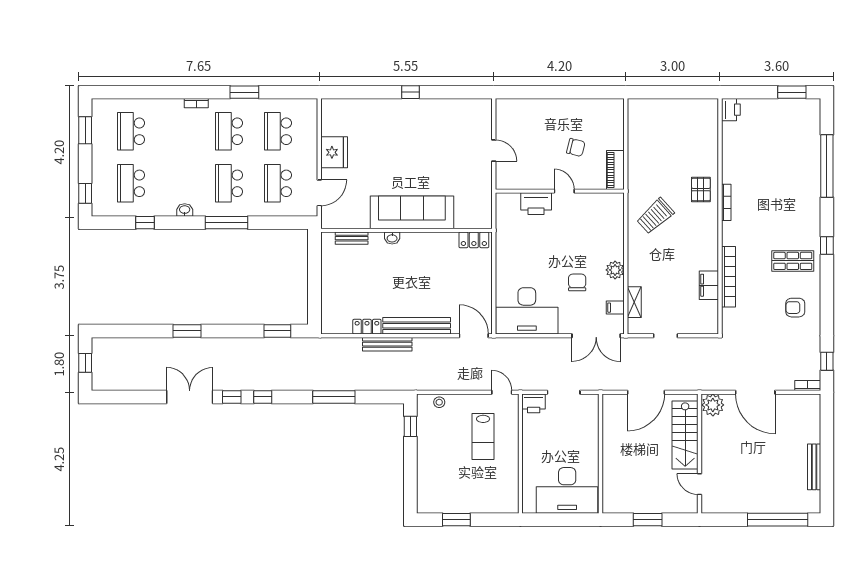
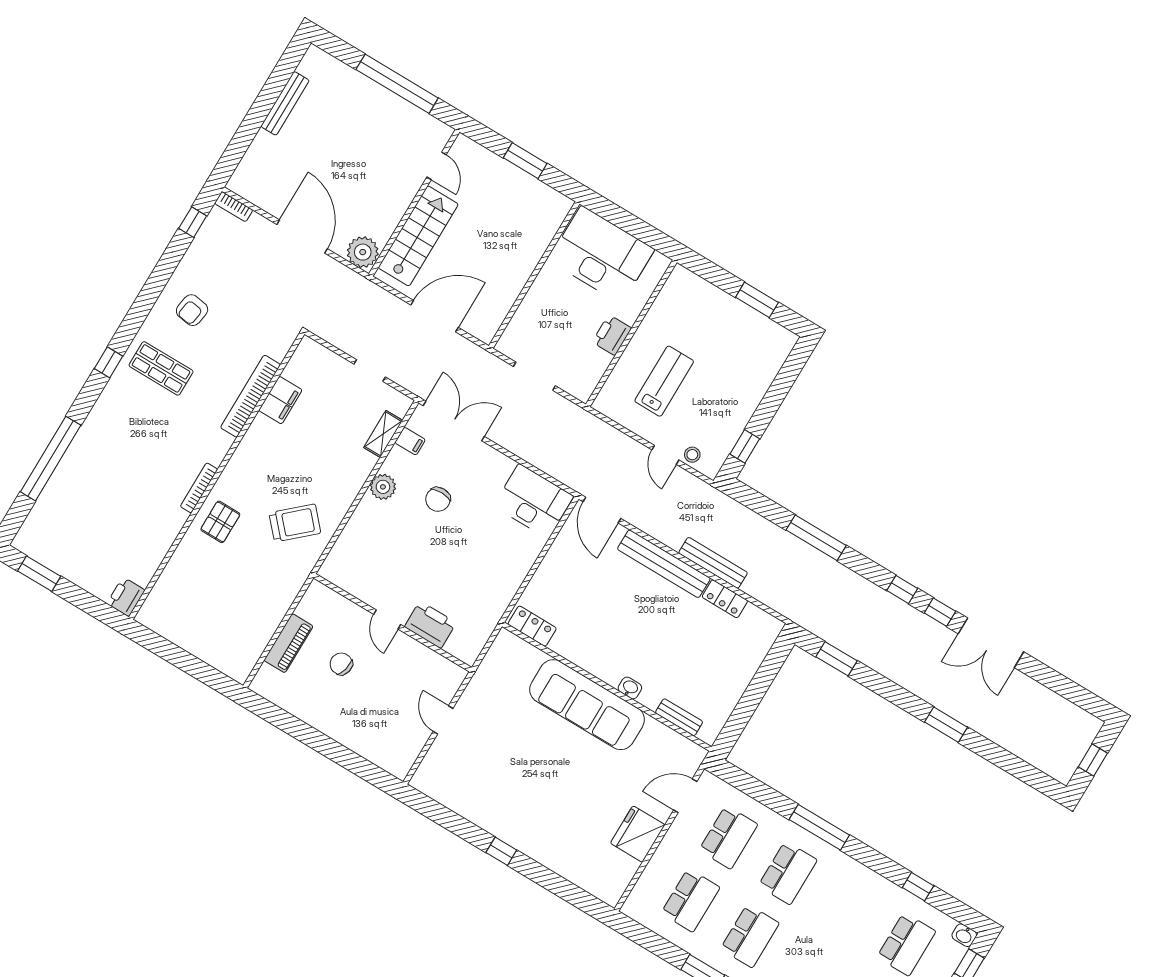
piano: (615, 170) -> (288, 643), moved
washbasin: (185, 210) -> (964, 935), moved
armchair: (795, 308) -> (192, 310), turned 99
desk: (527, 311) -> (534, 501), width x0.73, depth x0.77
door: (502, 392) -> (665, 455), moved
printer: (534, 403) -> (612, 335), moved, turned -90
window: (778, 520) -> (397, 84), moved

